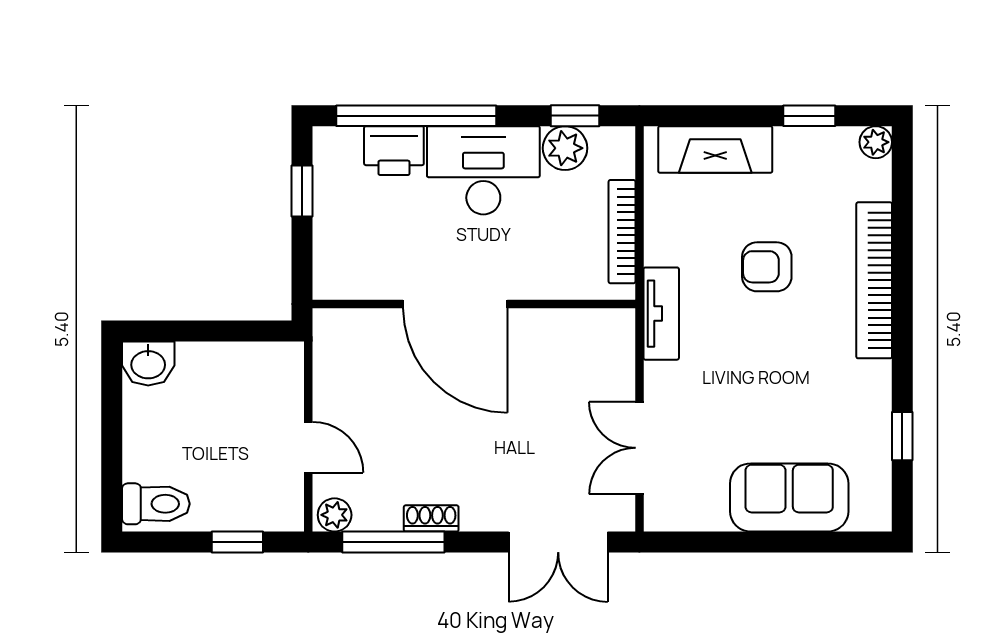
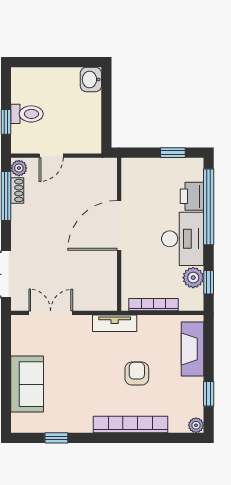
toilet: (156, 504) -> (27, 114), moved, turned -90
shoe rack: (431, 518) -> (17, 191), moved

